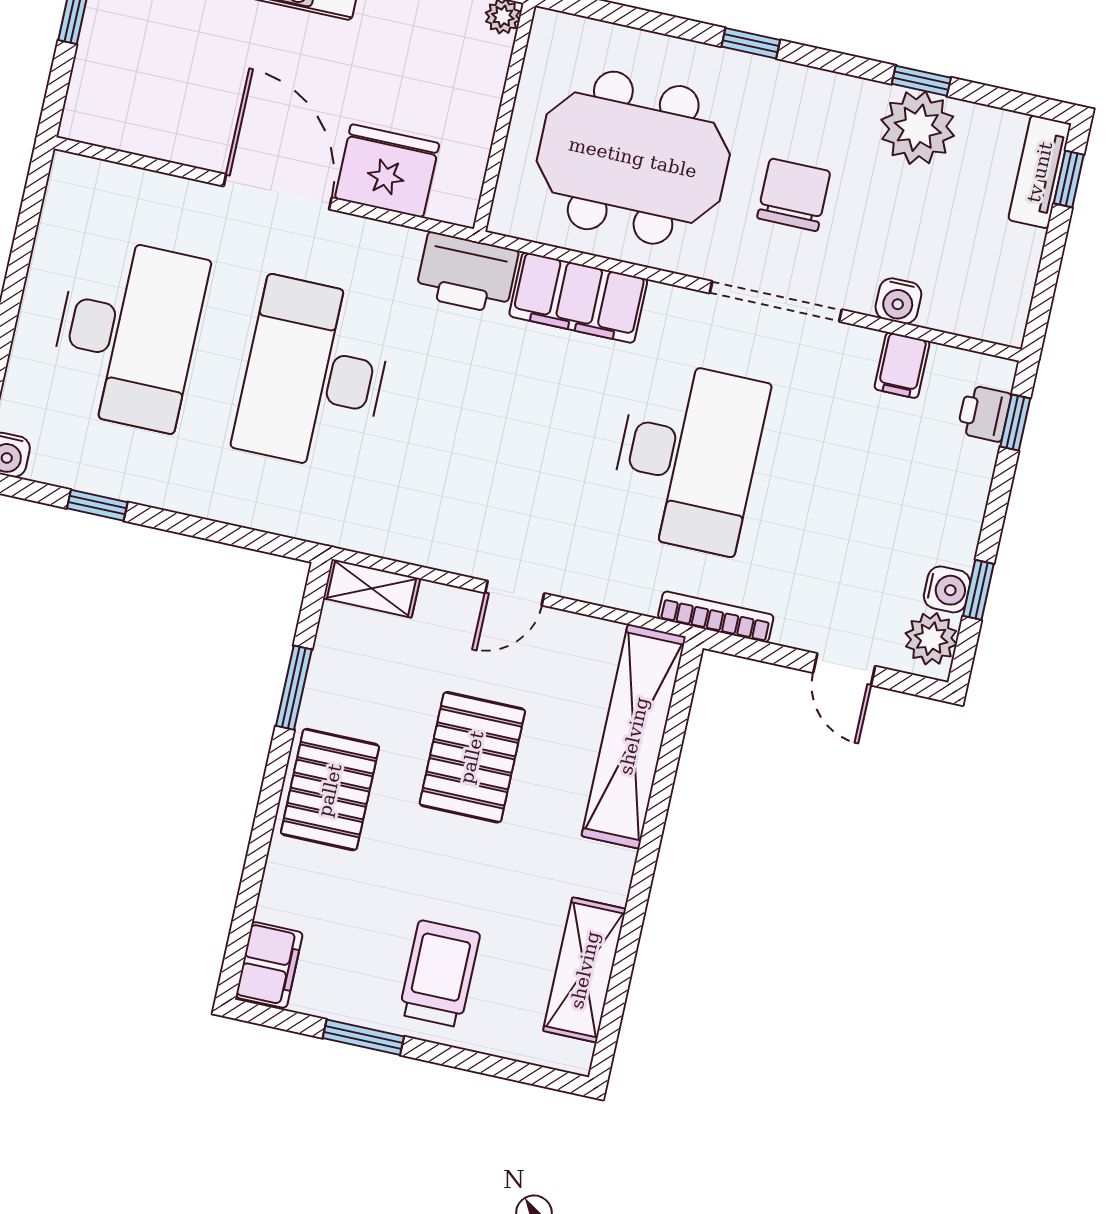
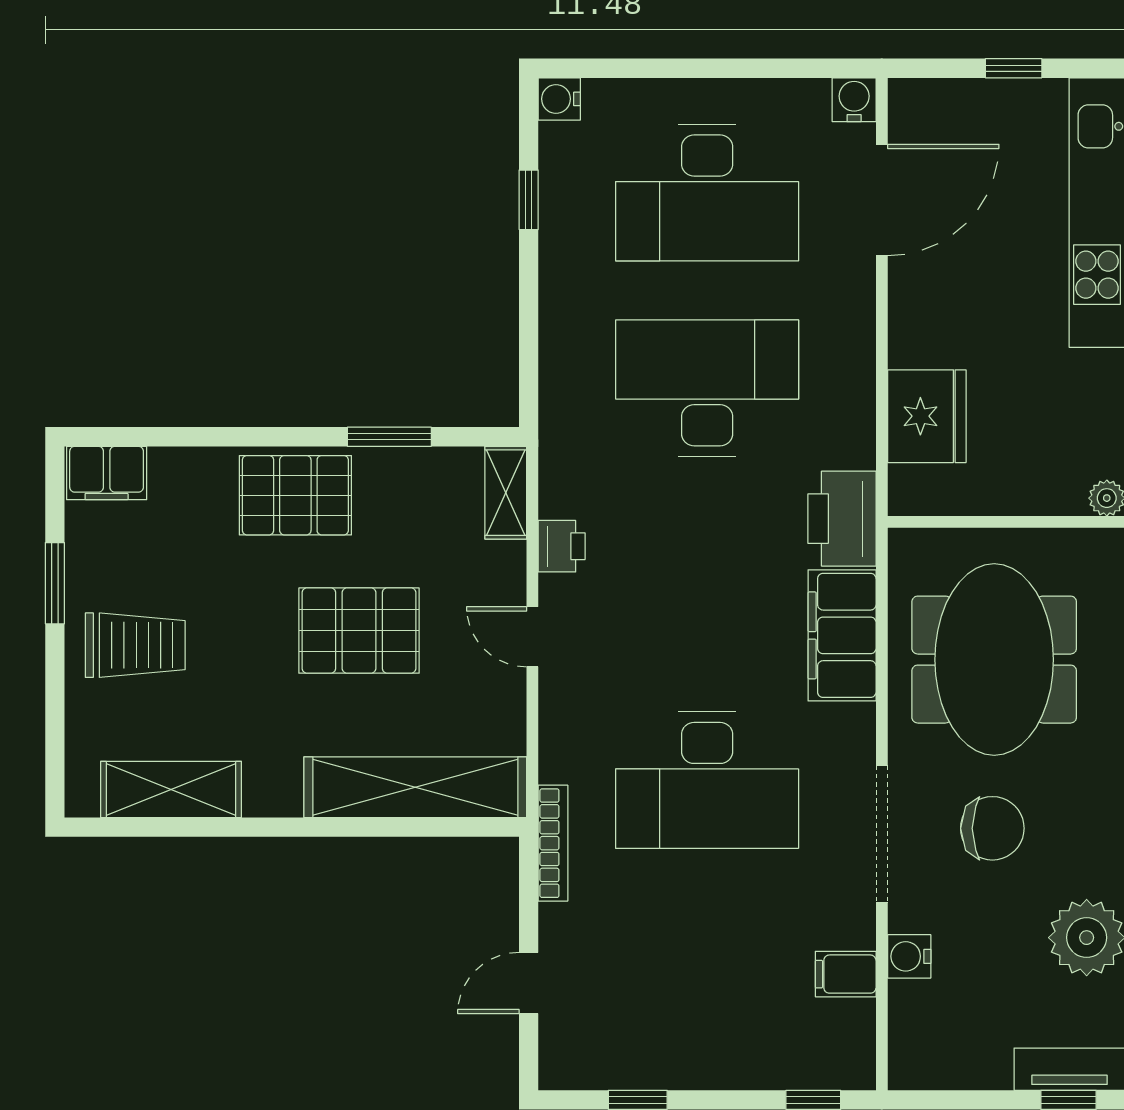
door: (278, 192) -> (882, 200), moved
printer: (984, 413) -> (562, 546), moved, turned 90
water cooler: (947, 589) -> (854, 100), moved, turned 180
plant: (931, 639) -> (578, 1063), removed

